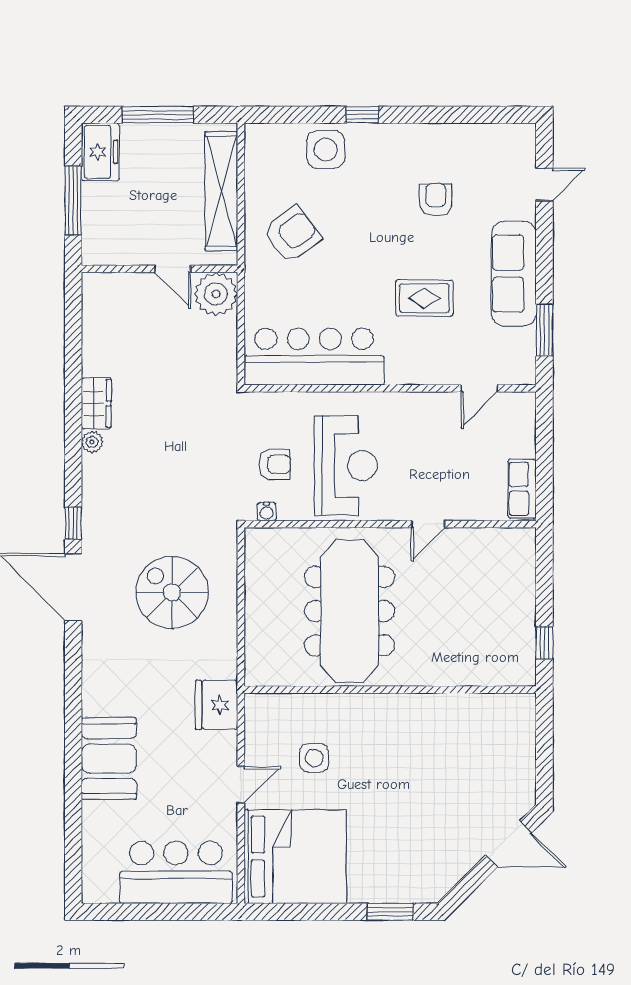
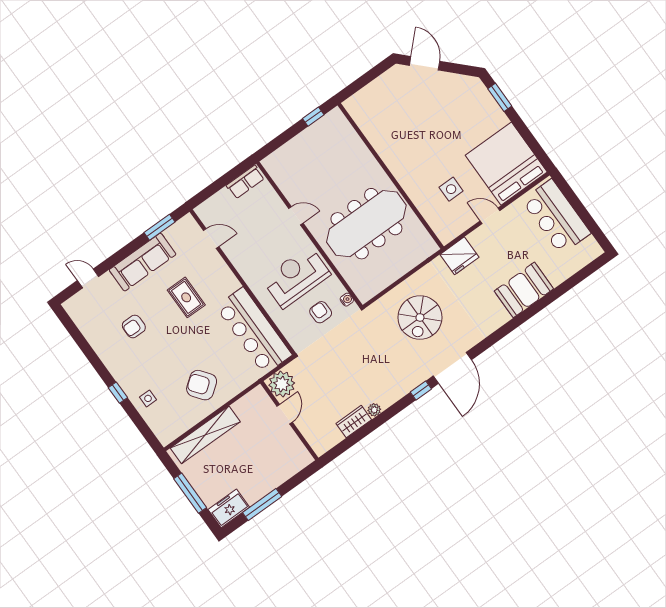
side table: (326, 149) -> (148, 398), width x0.54, depth x0.54
wall: (159, 269) -> (289, 421), moved
door: (173, 269) -> (285, 414), moved
plant: (216, 294) -> (282, 384), moved

